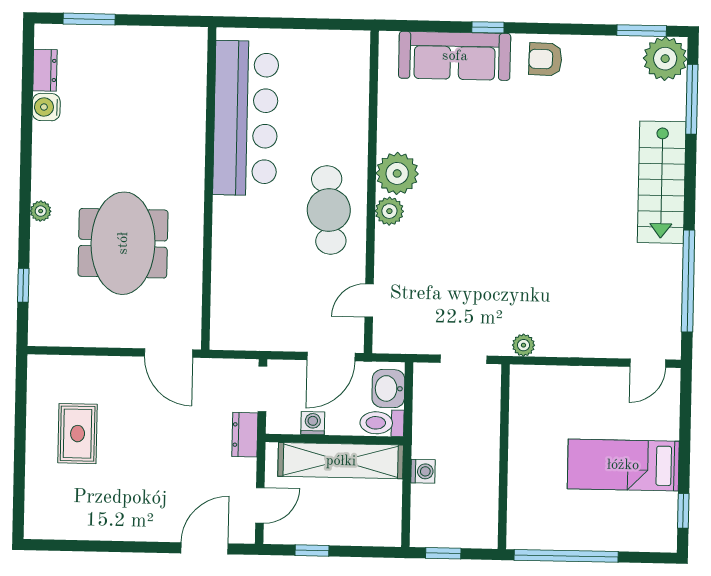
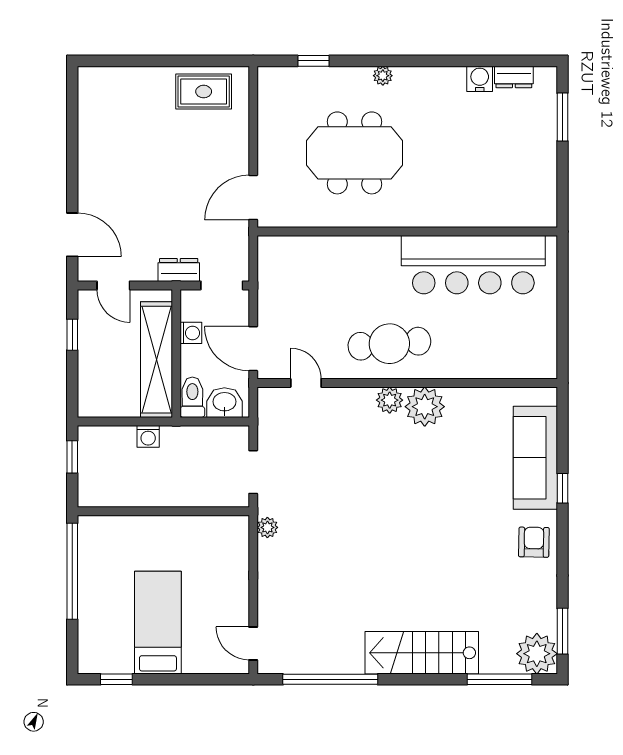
rug: (78, 434) -> (204, 92), moved

